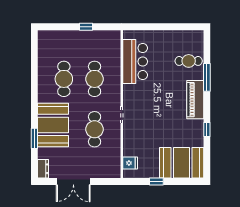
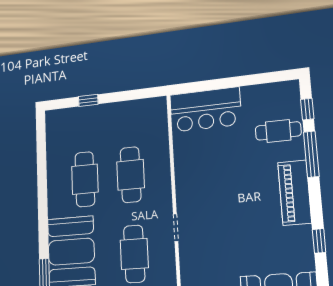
window: (86, 27) -> (88, 100), moved
window: (207, 49) -> (307, 109), added
bar counter: (135, 62) -> (205, 110), moved, turned 90

